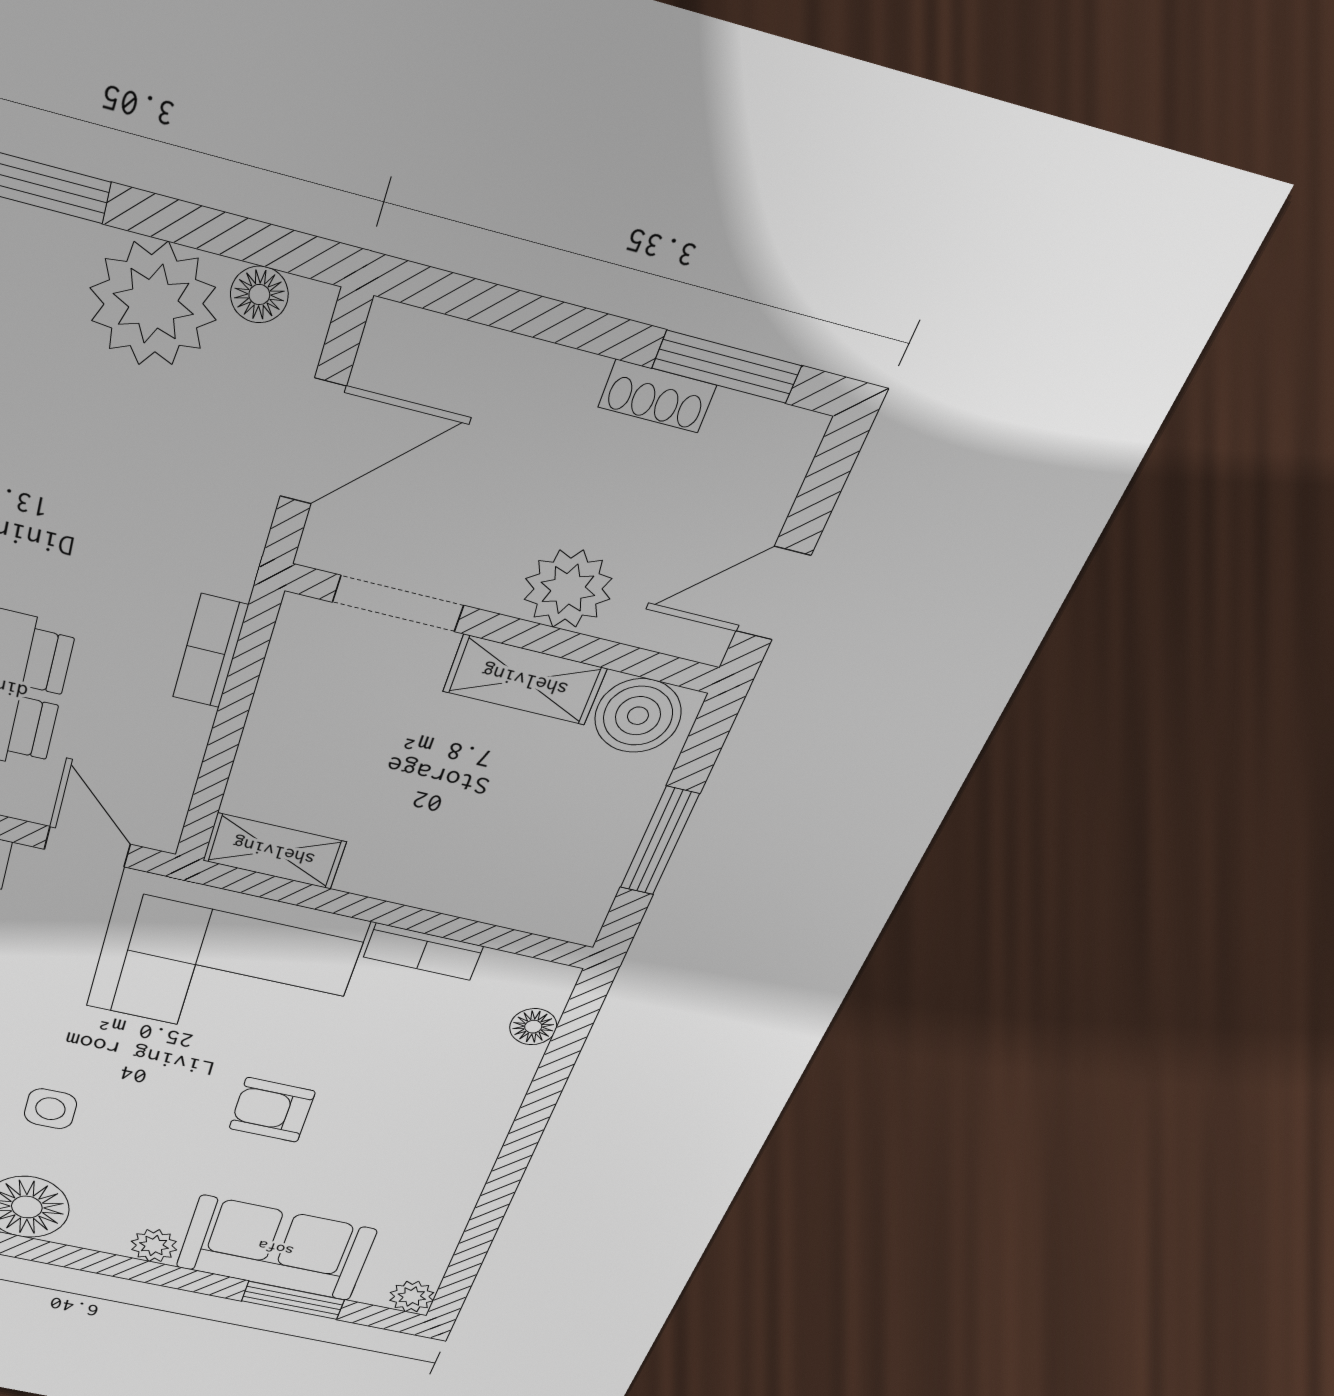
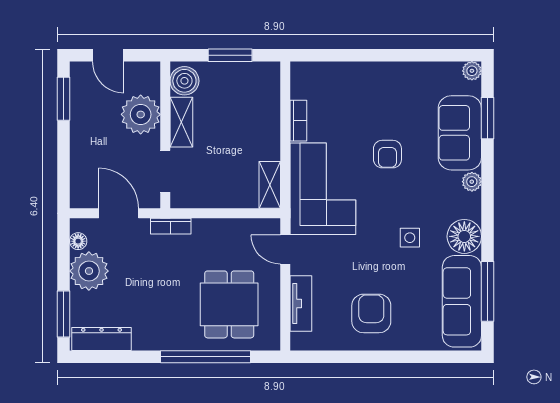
shoe rack: (657, 396) -> (77, 116), removed
plant: (568, 589) -> (141, 114), width x1.36, depth x1.36
door: (773, 594) -> (108, 55), moved
bookcase: (210, 651) -> (171, 226), moved
door: (87, 847) -> (285, 249), hinge flipped
floor lamp: (533, 1027) -> (321, 70), removed

